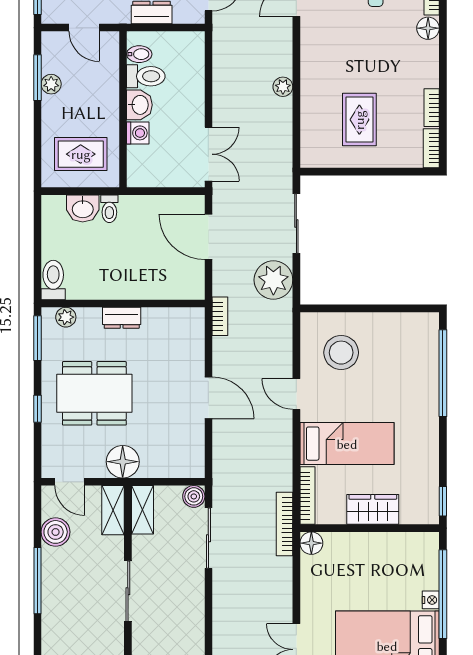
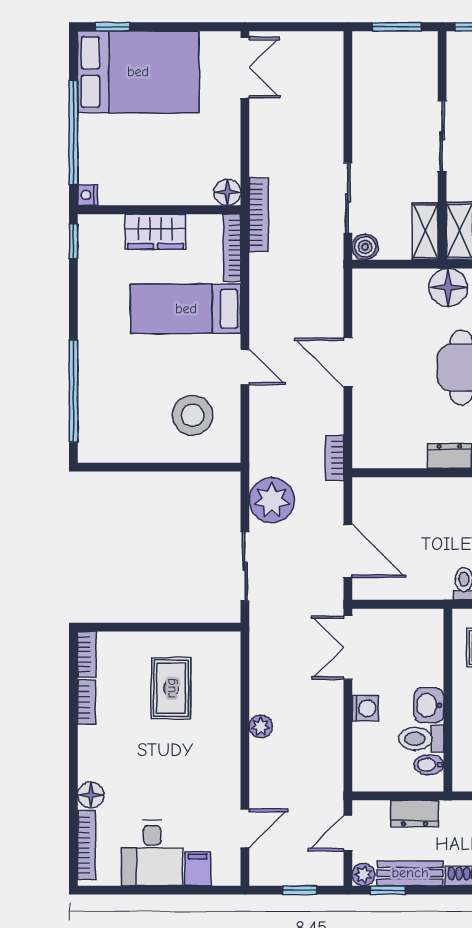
washing machine: (138, 133) -> (365, 708), moved, turned 180
nightstand: (431, 600) -> (88, 195), moved

